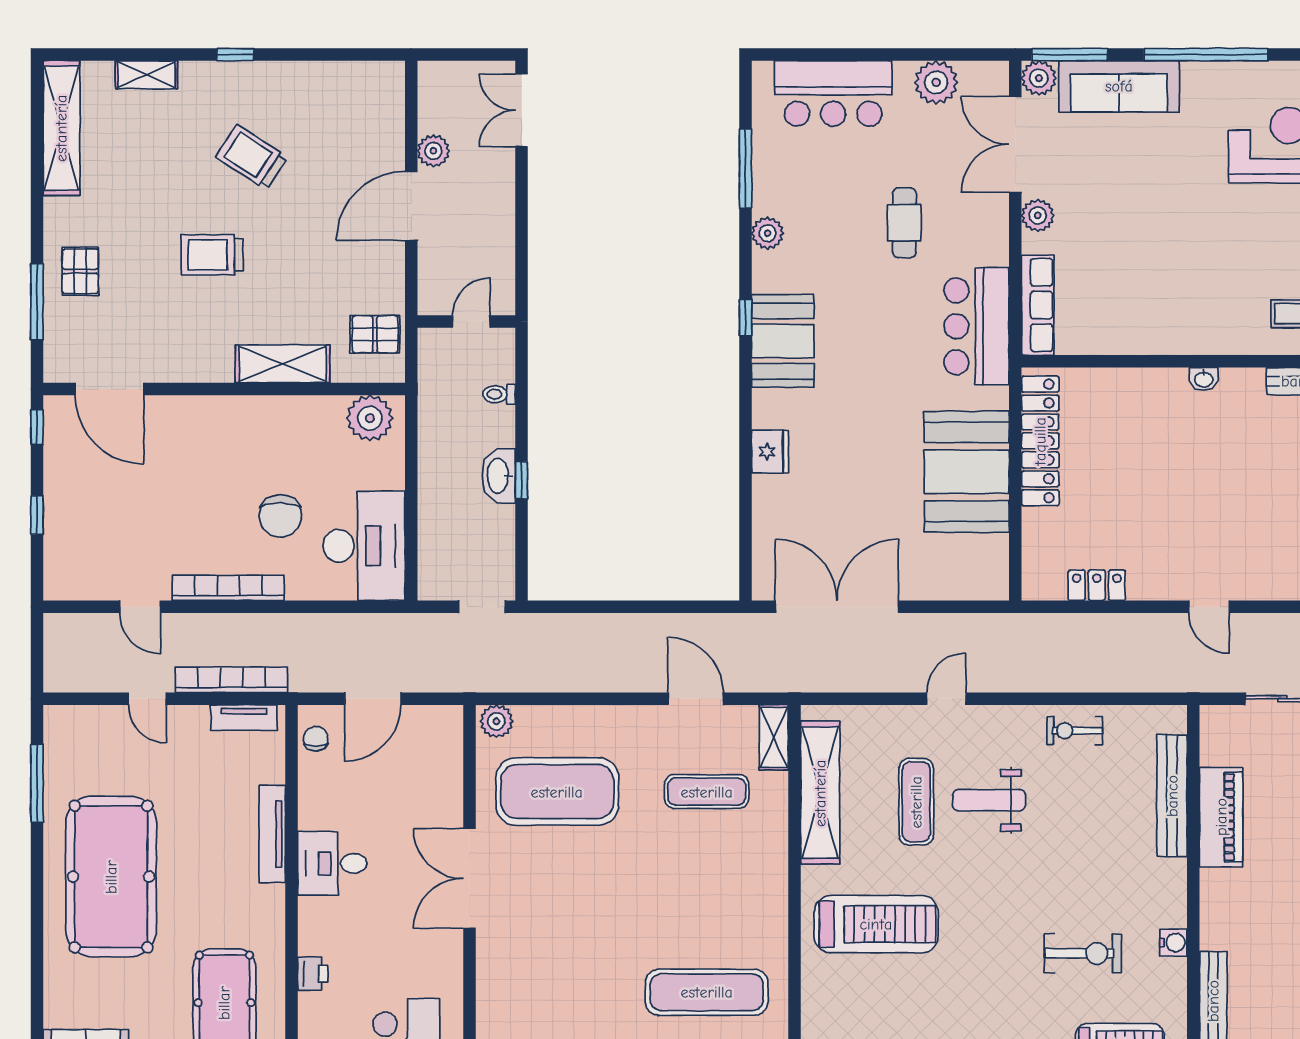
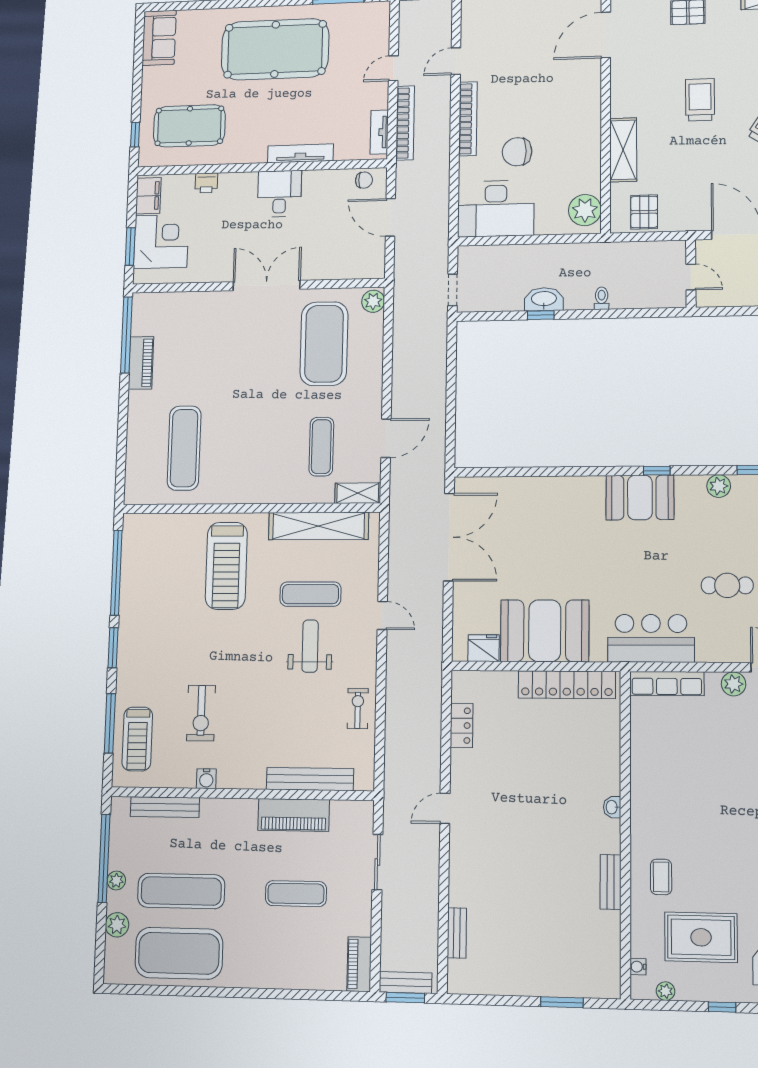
wall: (466, 321) -> (691, 274), moved
door: (471, 321) -> (691, 277), moved
fridge: (770, 452) -> (483, 648), moved, turned 180

